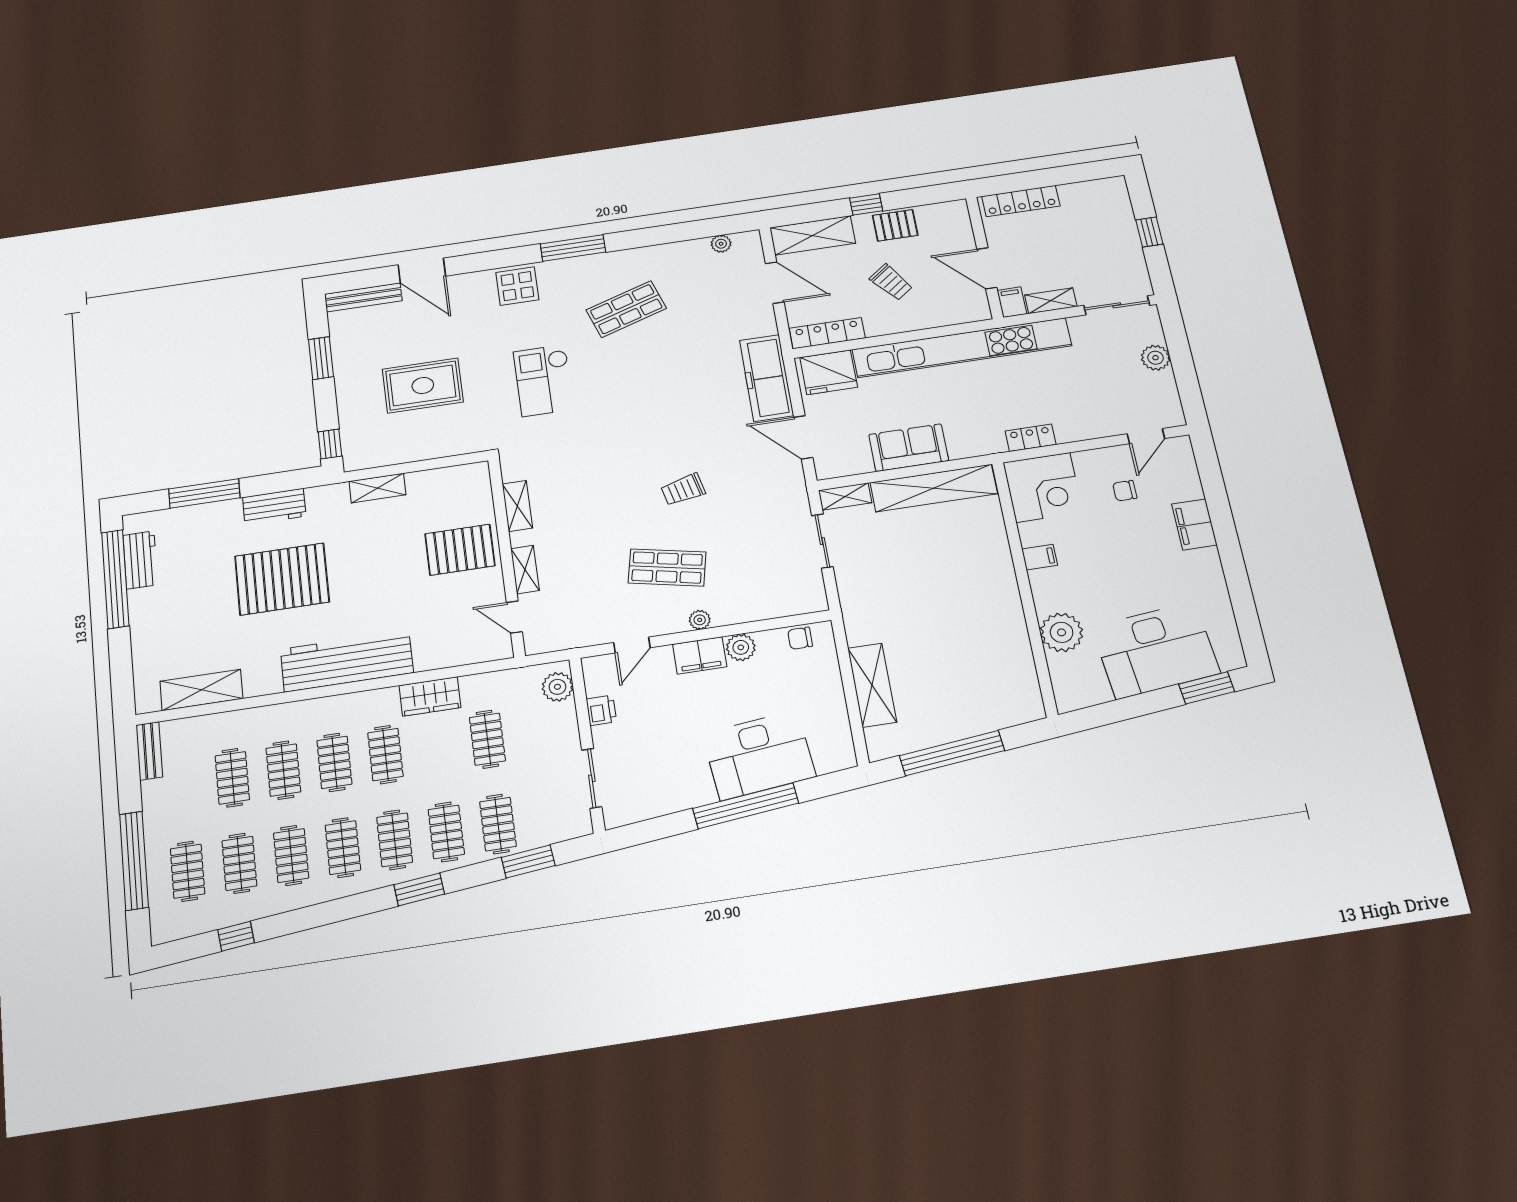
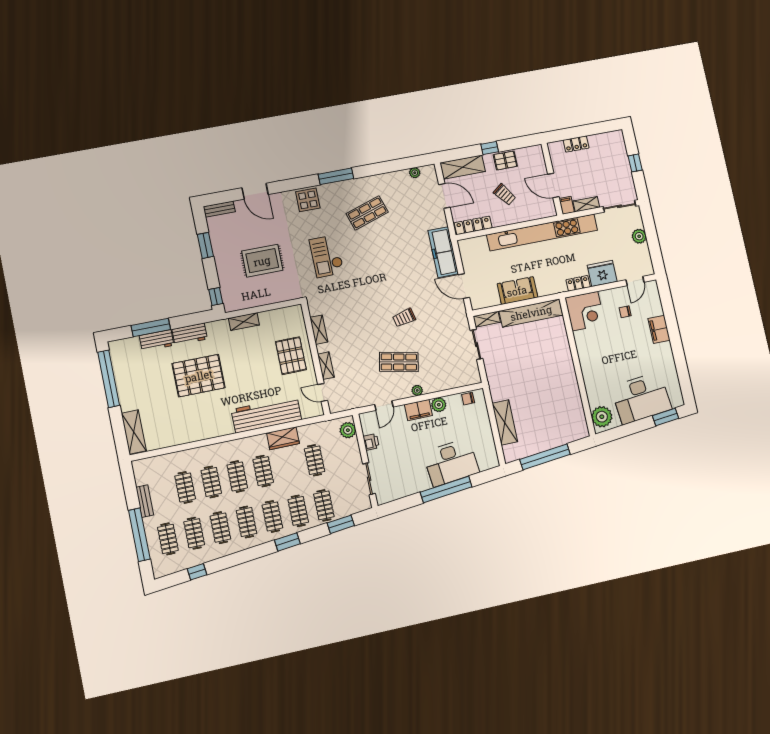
locker: (1021, 201) -> (576, 144), width x0.66
bench: (363, 297) -> (219, 209), width x0.73
fridge: (829, 372) -> (602, 273), moved, turned 180
pallet: (460, 550) -> (291, 356), turned 90
filing cabinet: (1040, 557) -> (584, 350), removed
workbench: (140, 560) -> (157, 340), moved, turned 90
plant: (1062, 632) -> (602, 417), moved
workbench: (347, 661) -> (266, 415), moved
shelving: (201, 690) -> (134, 432), moved, turned 90
bench: (149, 751) -> (145, 501), moved

